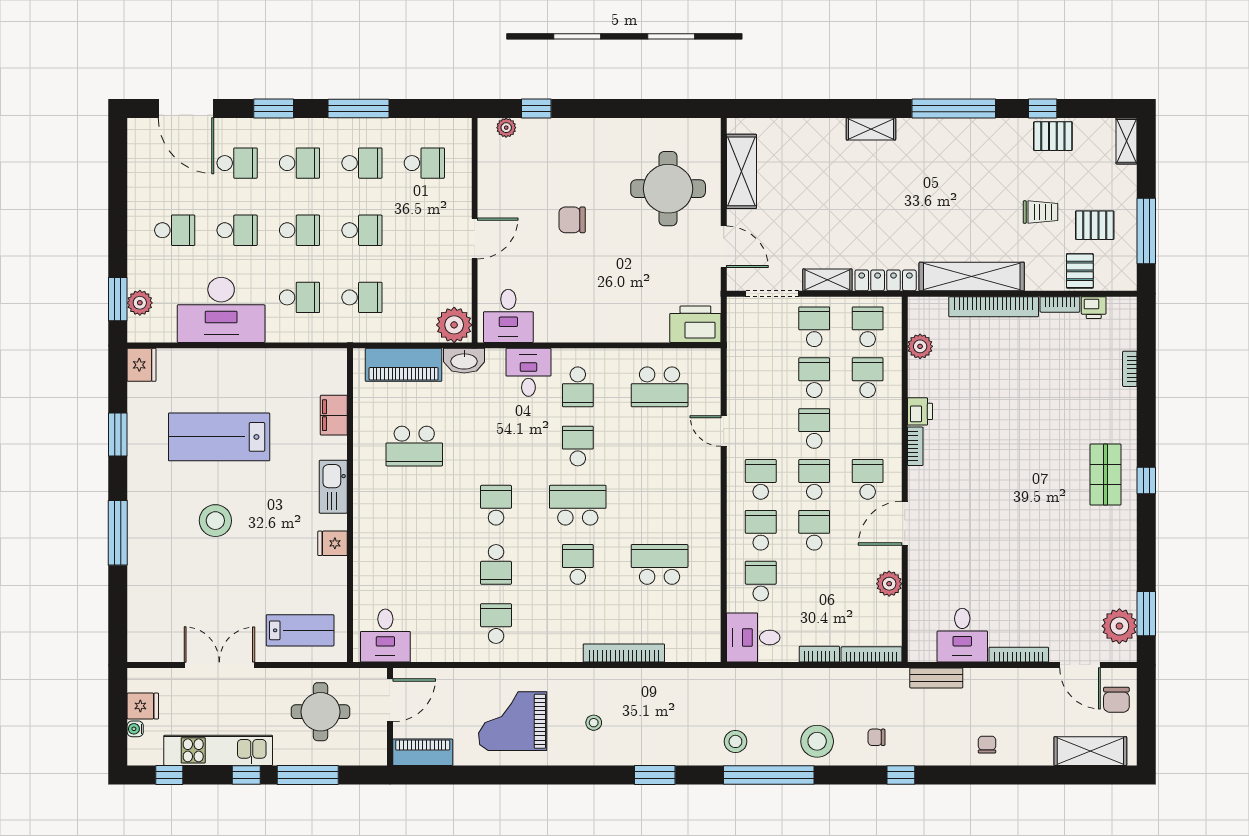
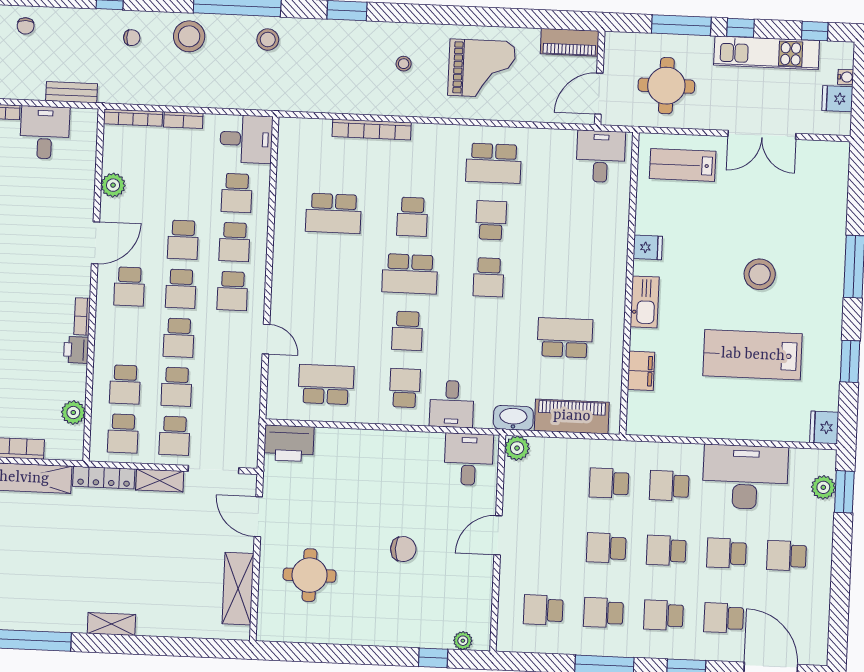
round table: (668, 189) -> (310, 575), width x0.73, depth x0.73
plant: (454, 325) -> (517, 448), width x0.73, depth x0.73
lab bench: (219, 437) -> (753, 355), turned 180
school desk: (496, 624) -> (494, 163), width x1.85

